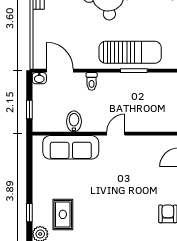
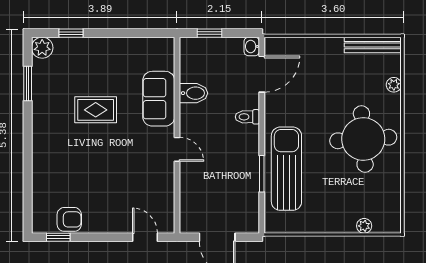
sun lounger: (130, 52) -> (286, 169), turned 180
sofa: (71, 147) -> (159, 99), width x0.73
rug: (63, 214) -> (96, 110), moved

